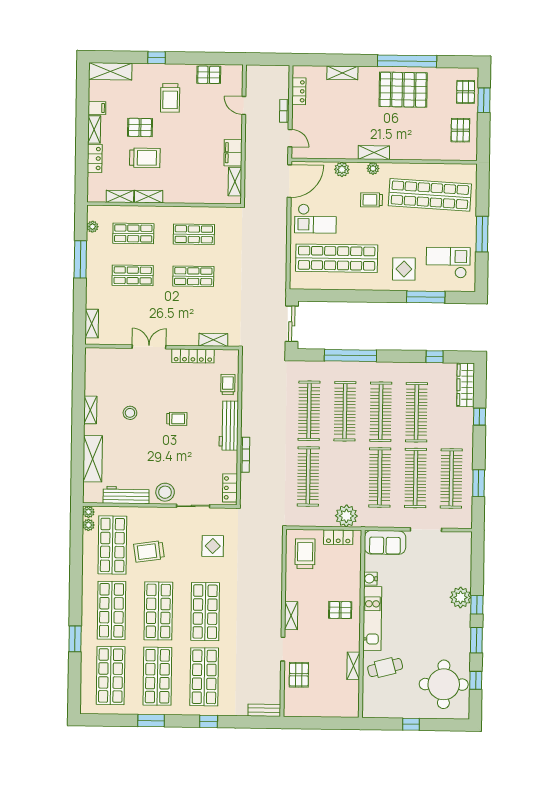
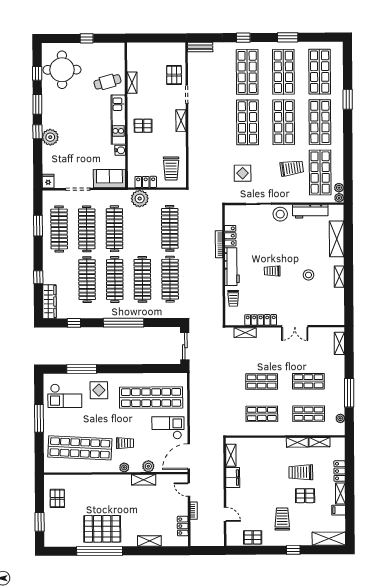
pallet: (466, 92) -> (54, 528), removed
shelving: (374, 153) -> (144, 480), moved
window: (350, 355) -> (124, 323), moved
locker: (230, 488) -> (230, 236), moved
fridge: (464, 541) -> (48, 181), added

